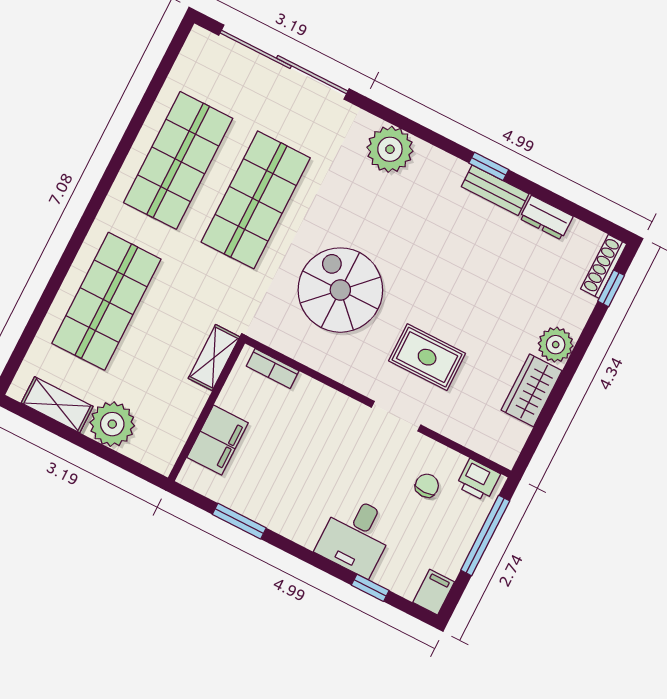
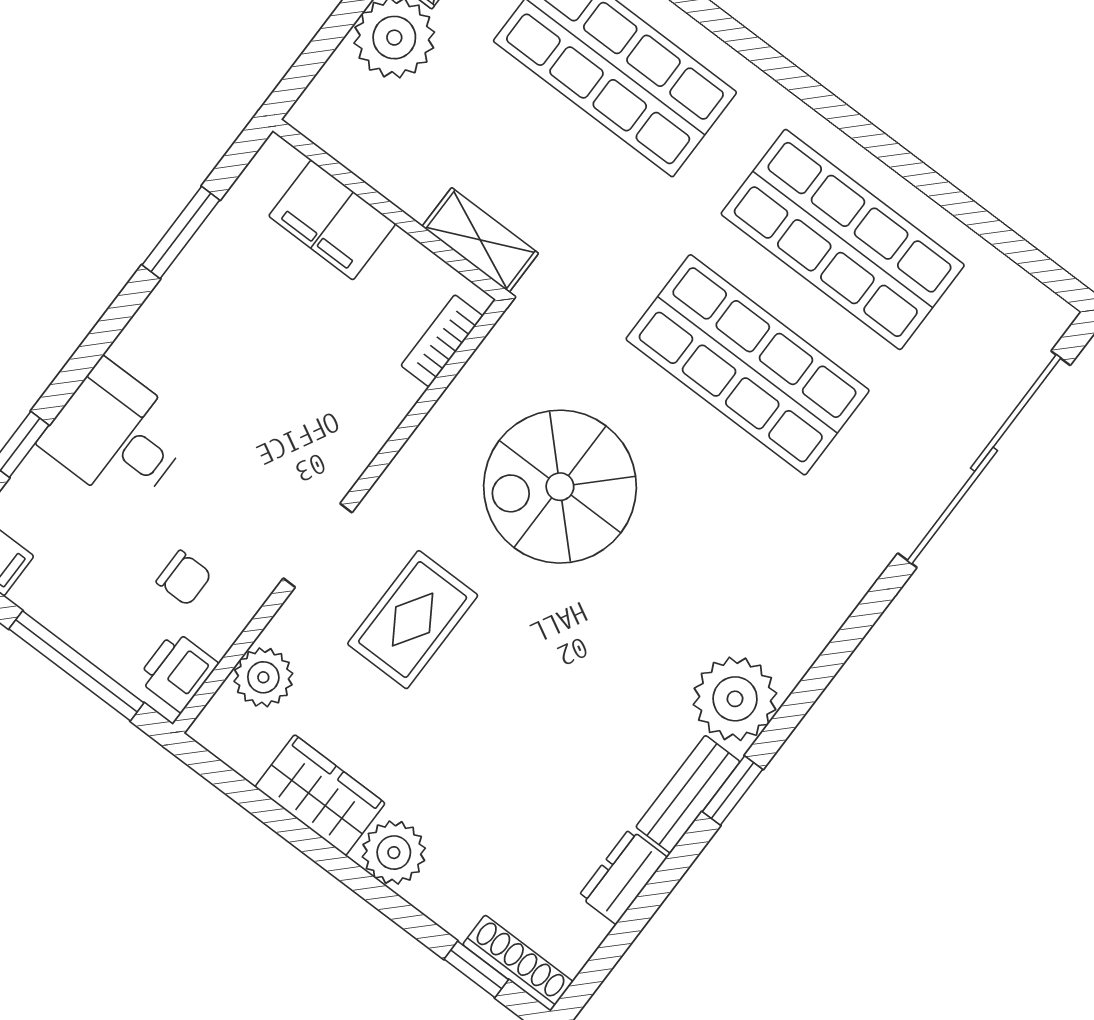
plant: (390, 149) -> (735, 699), moved
spiral stairs: (340, 290) -> (560, 487), turned 180
plant: (473, 433) -> (263, 677), added

